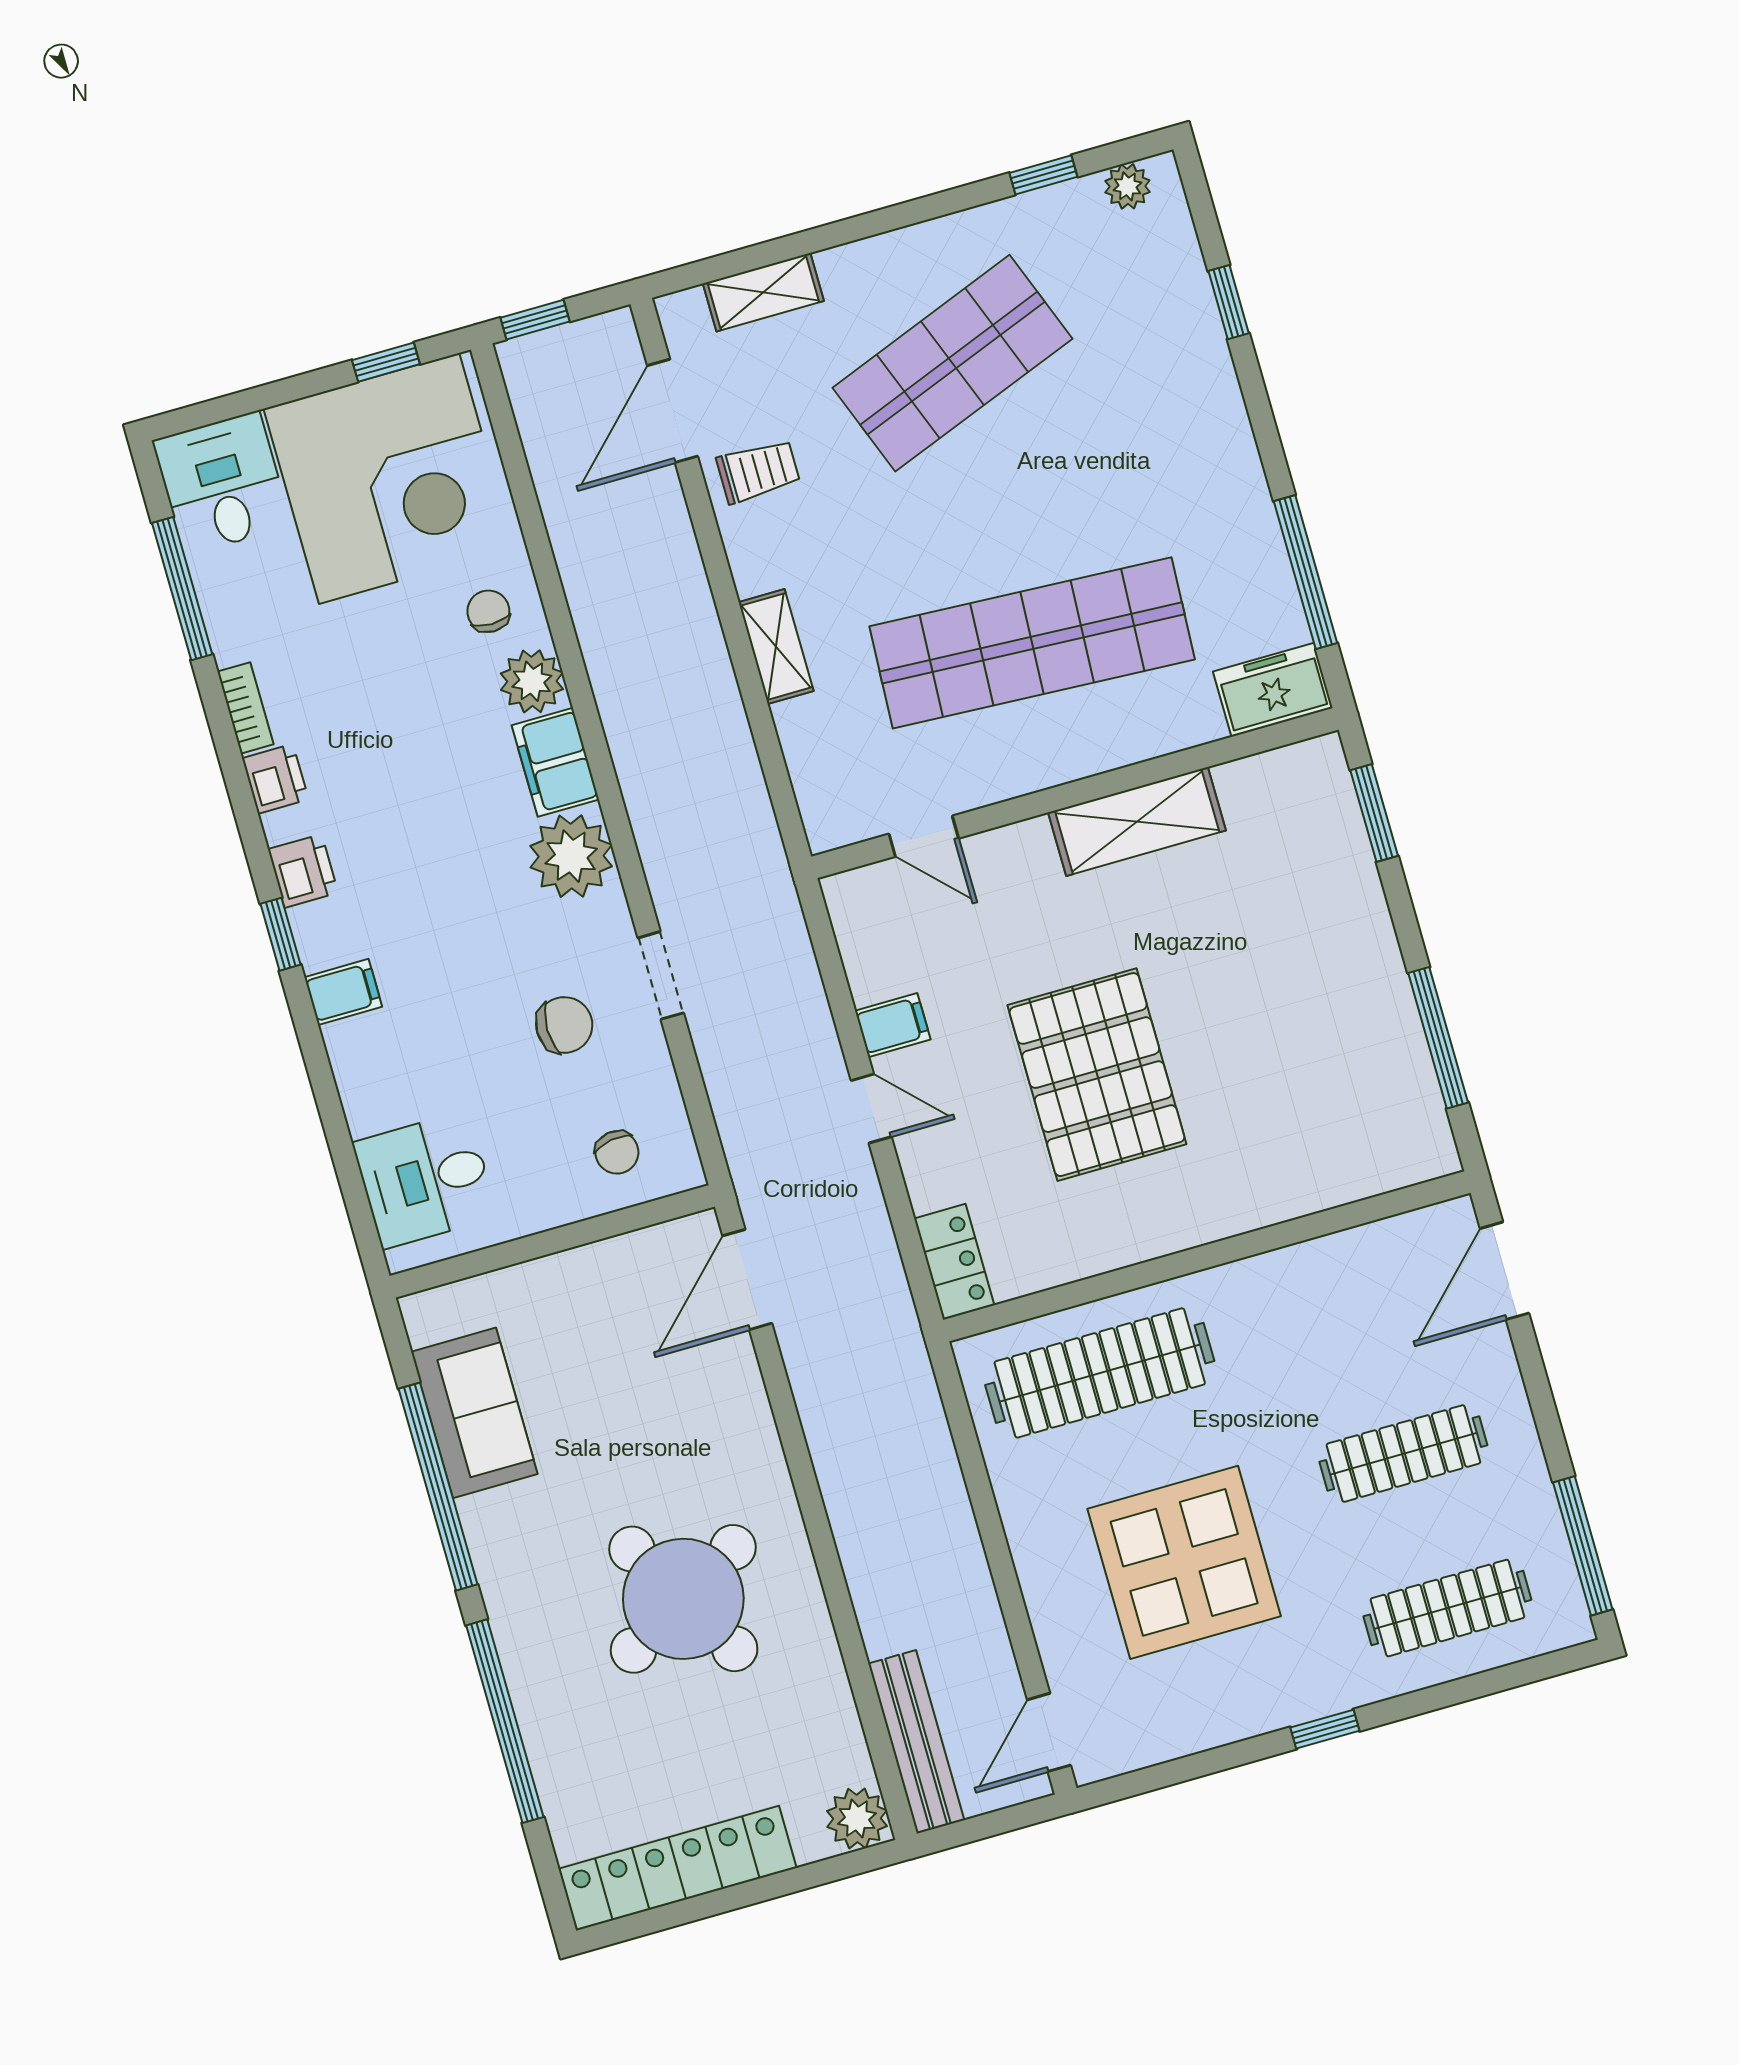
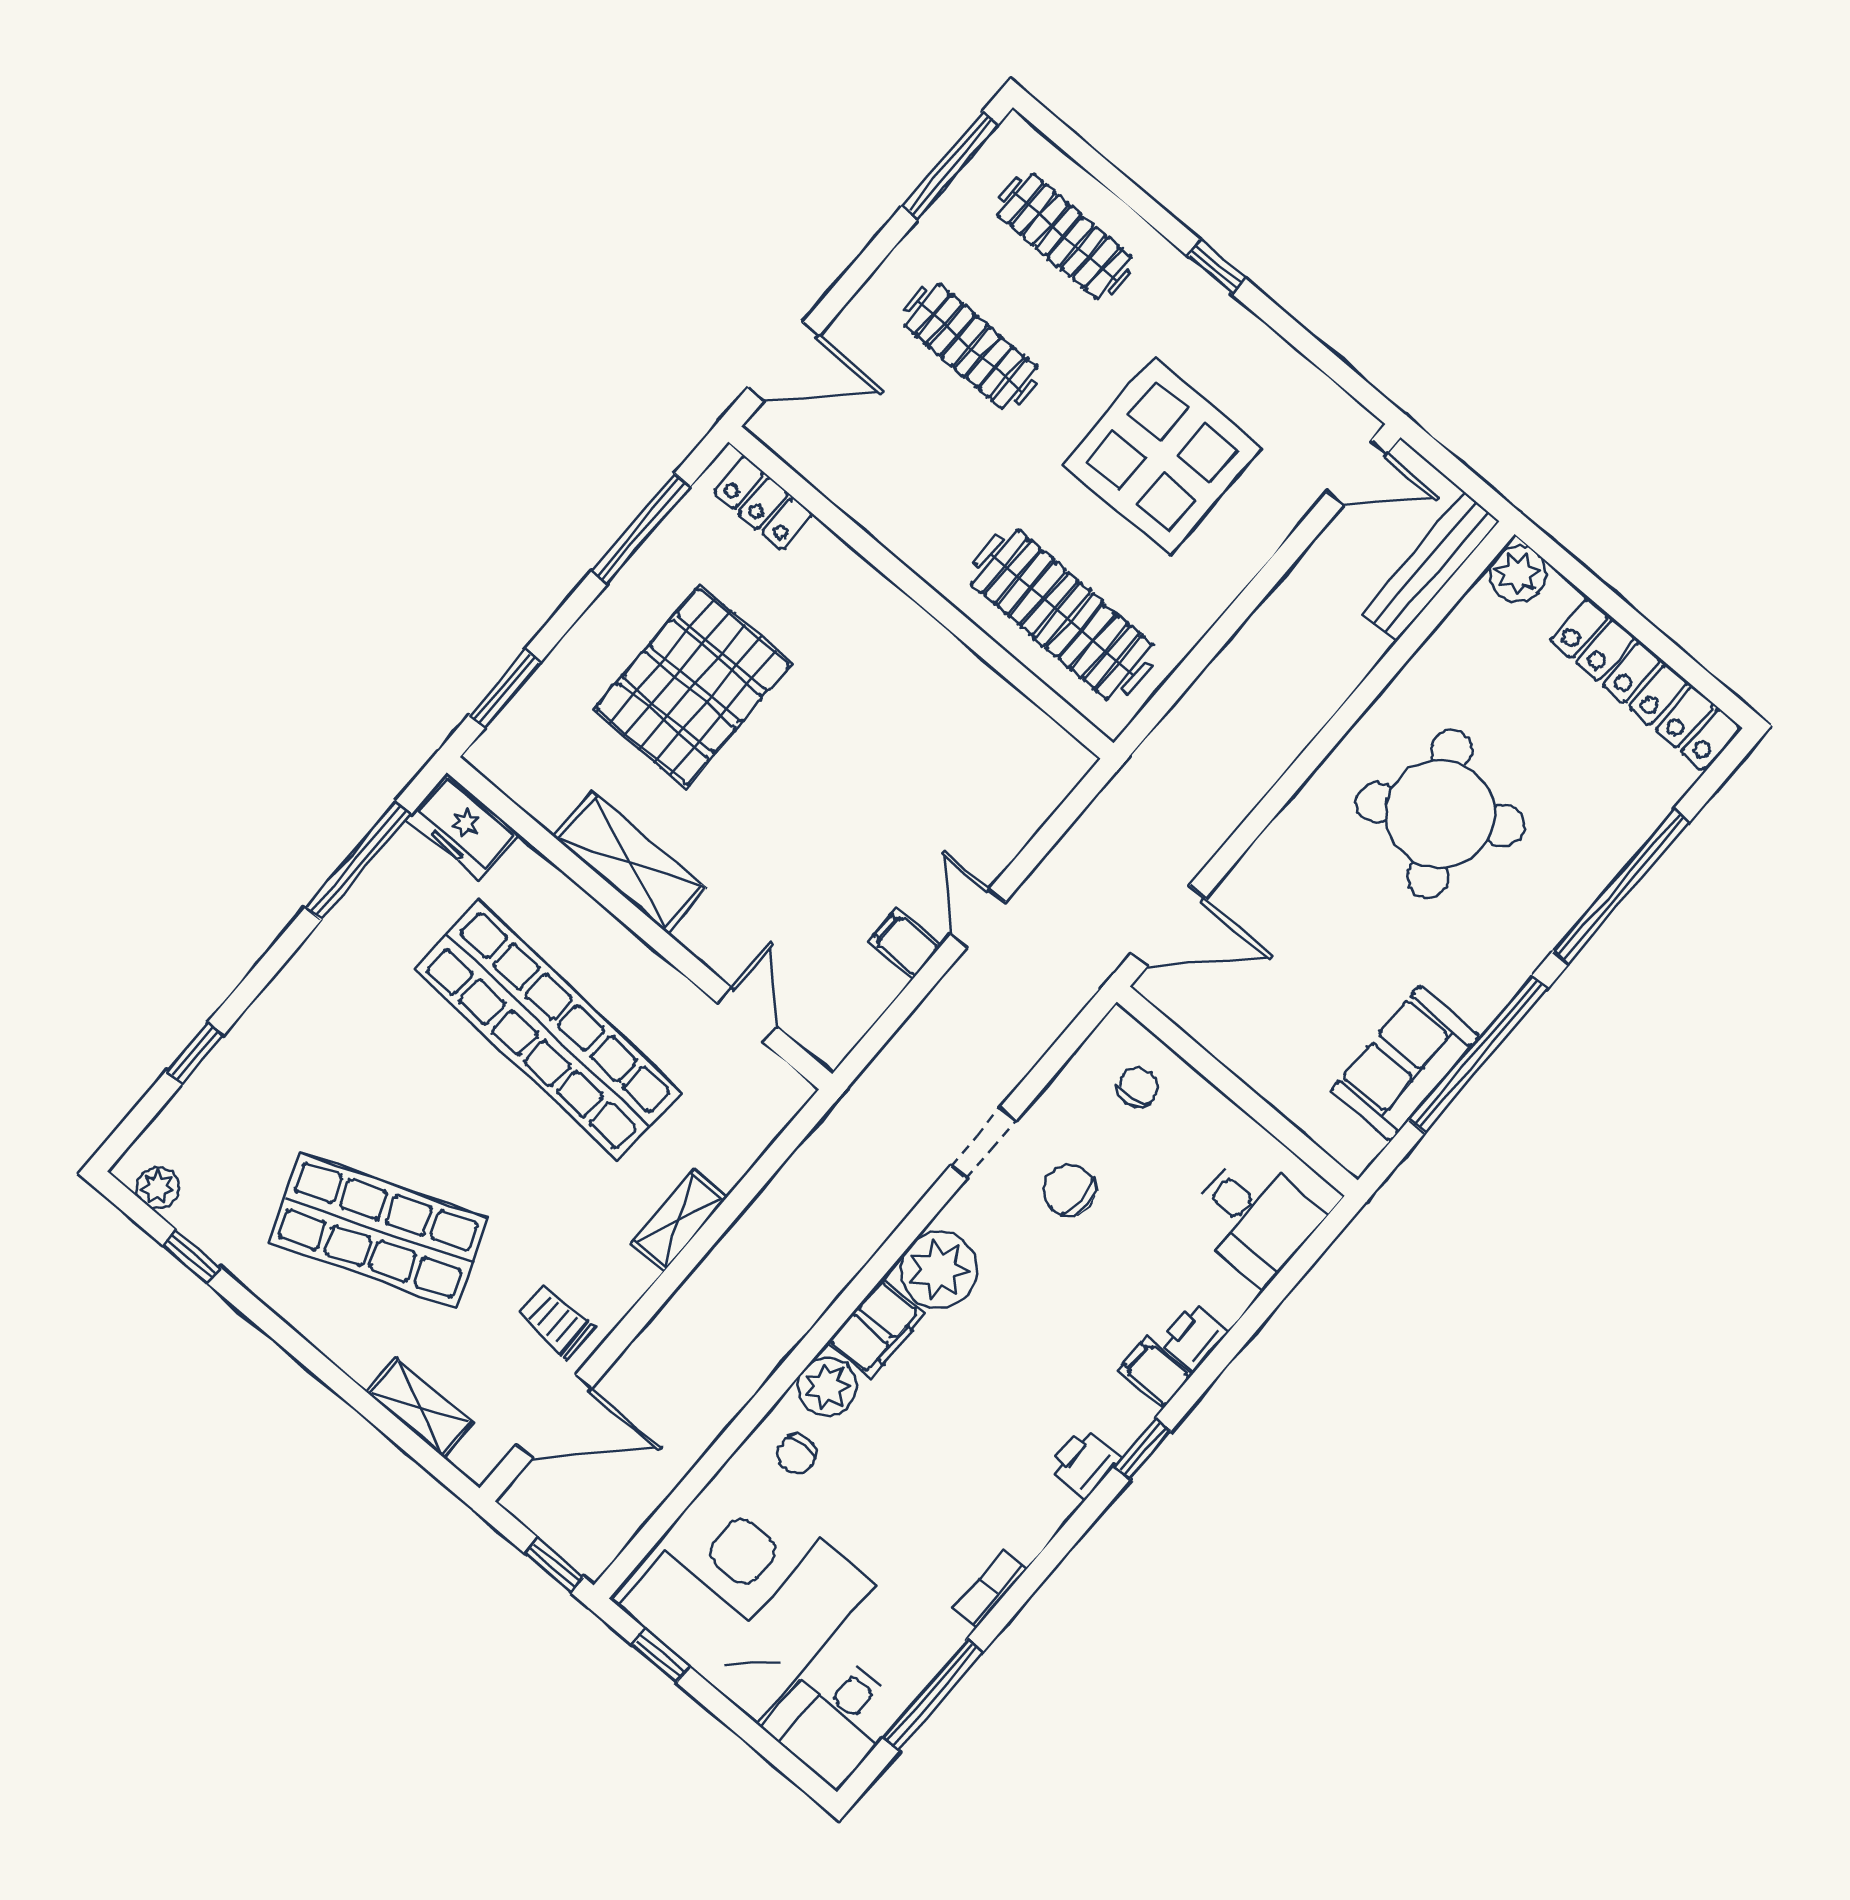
printer: (275, 779) -> (1194, 1336), moved
pallet: (1097, 1075) -> (693, 687), moved
locker: (954, 1262) -> (763, 503), moved, turned -90

